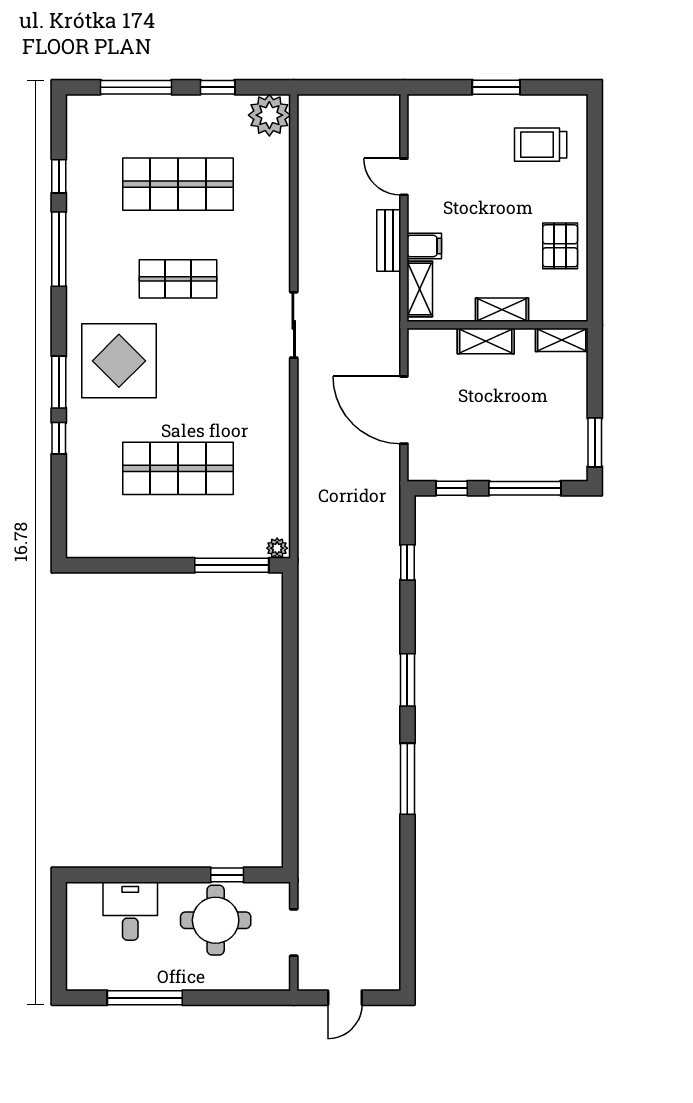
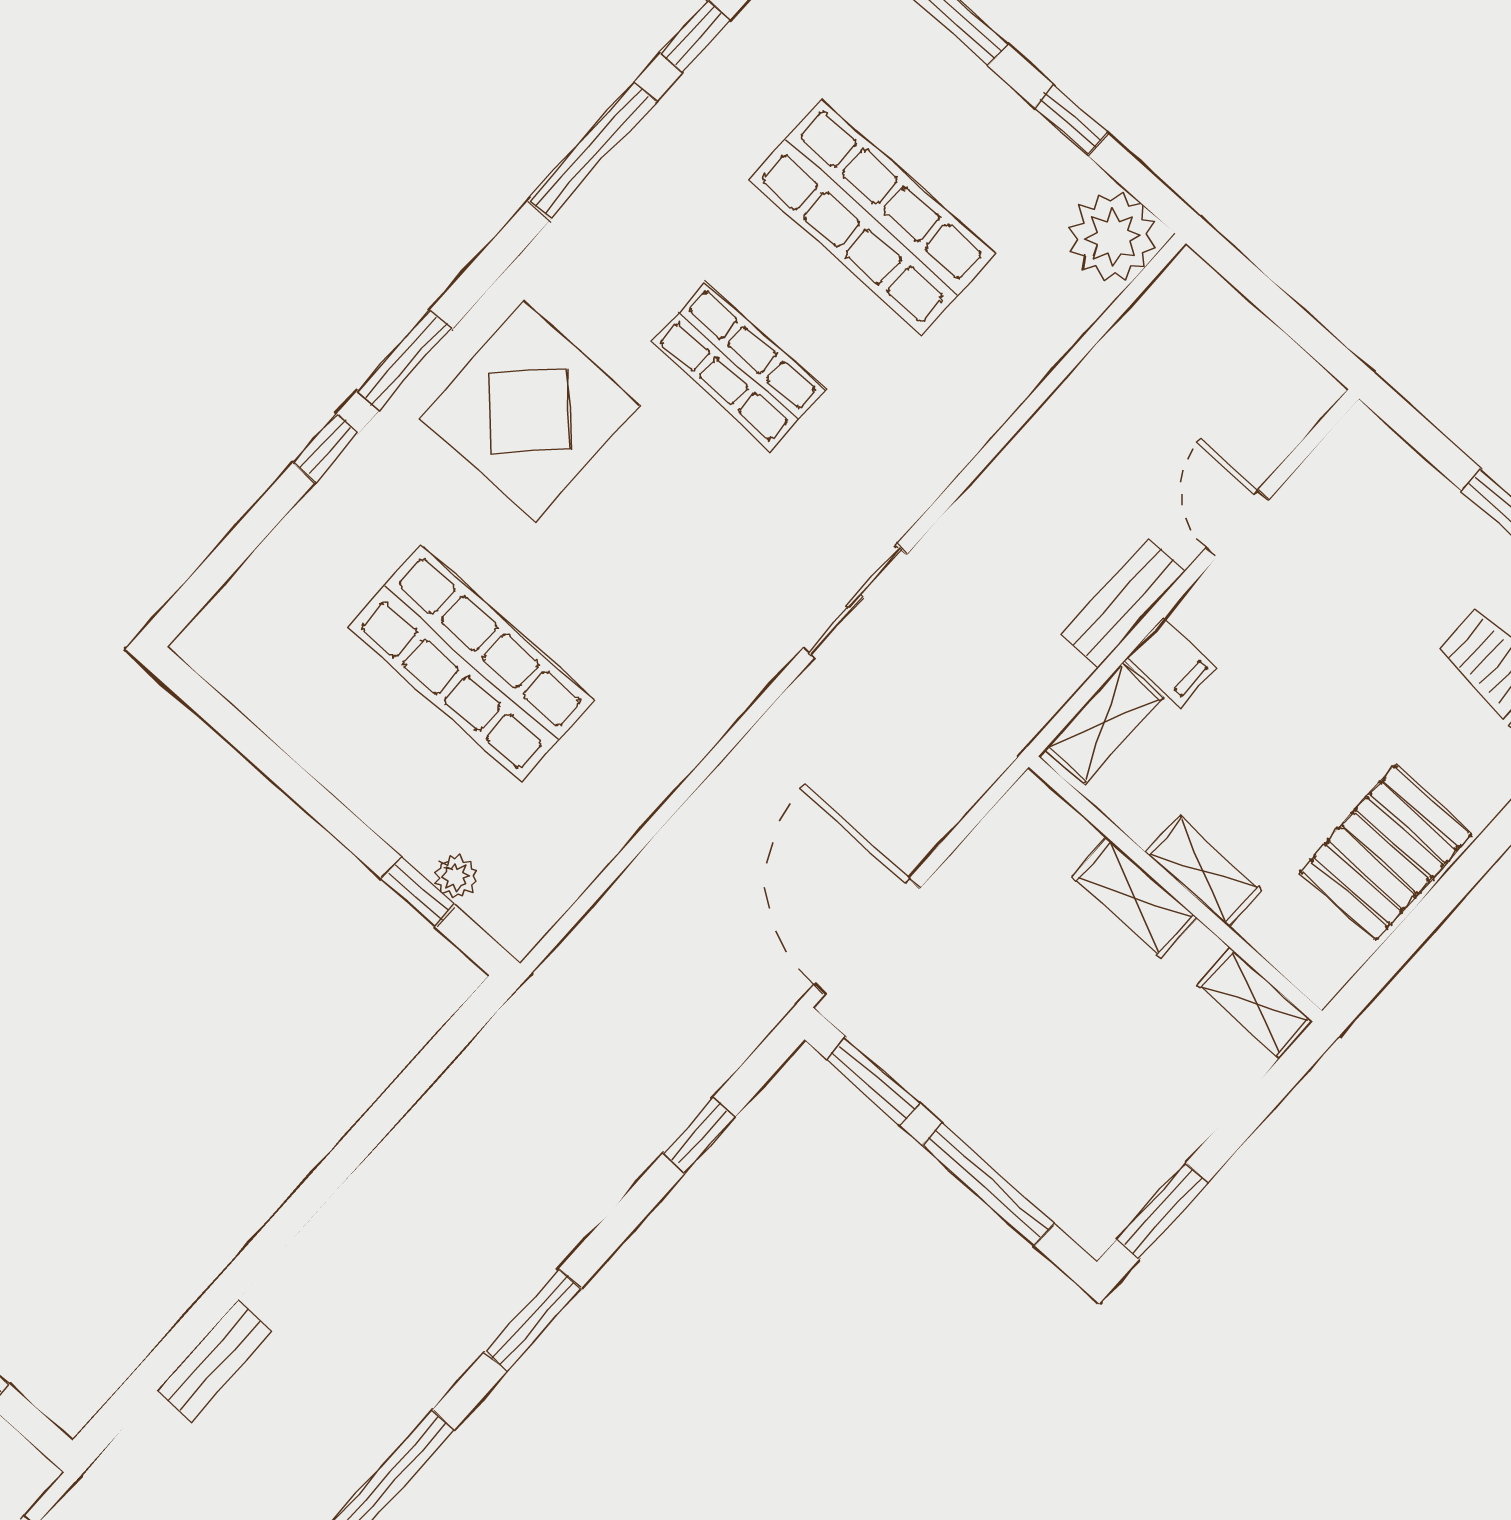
pallet: (560, 246) -> (1386, 853), width x1.50, depth x1.42
door: (404, 410) -> (867, 937), moved
window: (452, 488) -> (873, 1081), width x1.50
plant: (277, 548) -> (456, 877), moved
window: (232, 565) -> (418, 892), width x0.46
bench: (308, 795) -> (214, 1360), added

